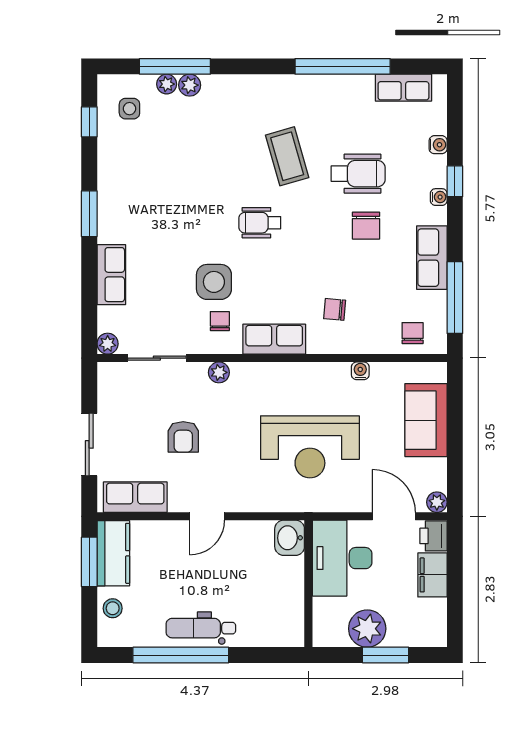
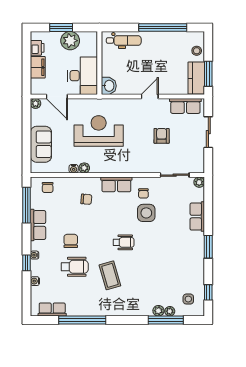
wheelchair: (358, 174) -> (75, 267), turned 180
plant: (219, 372) -> (84, 168), moved
printer: (433, 536) -> (37, 48), moved
dental chair: (201, 628) -> (124, 41), moved

